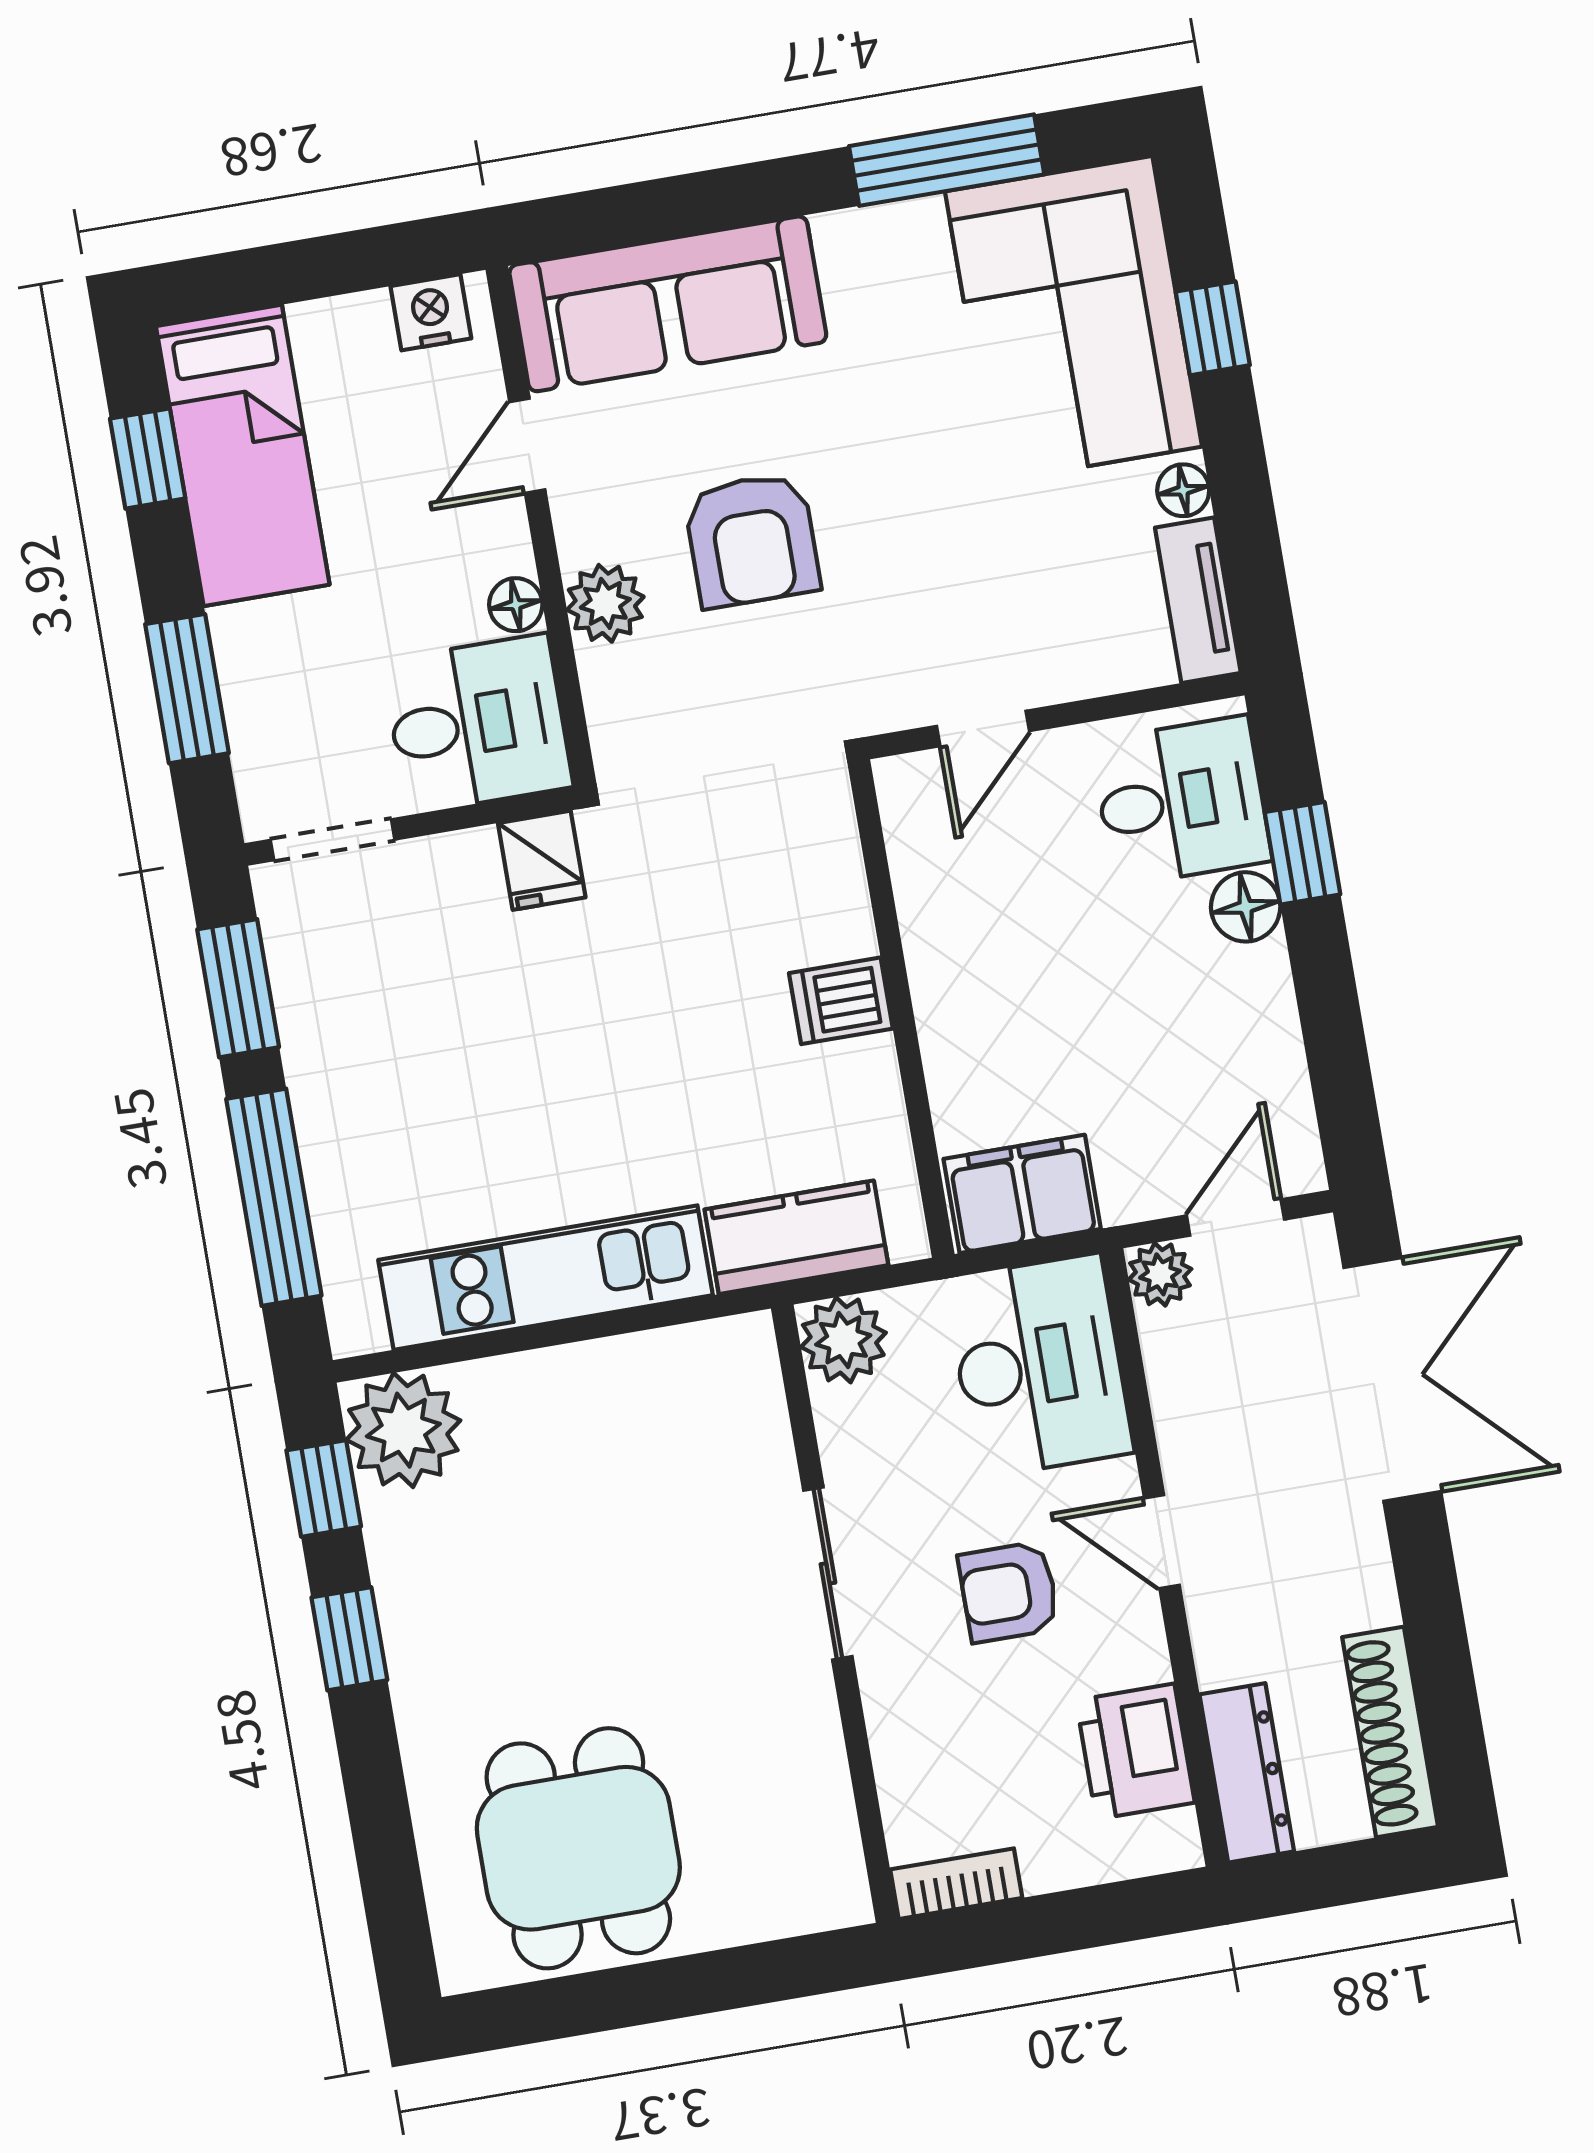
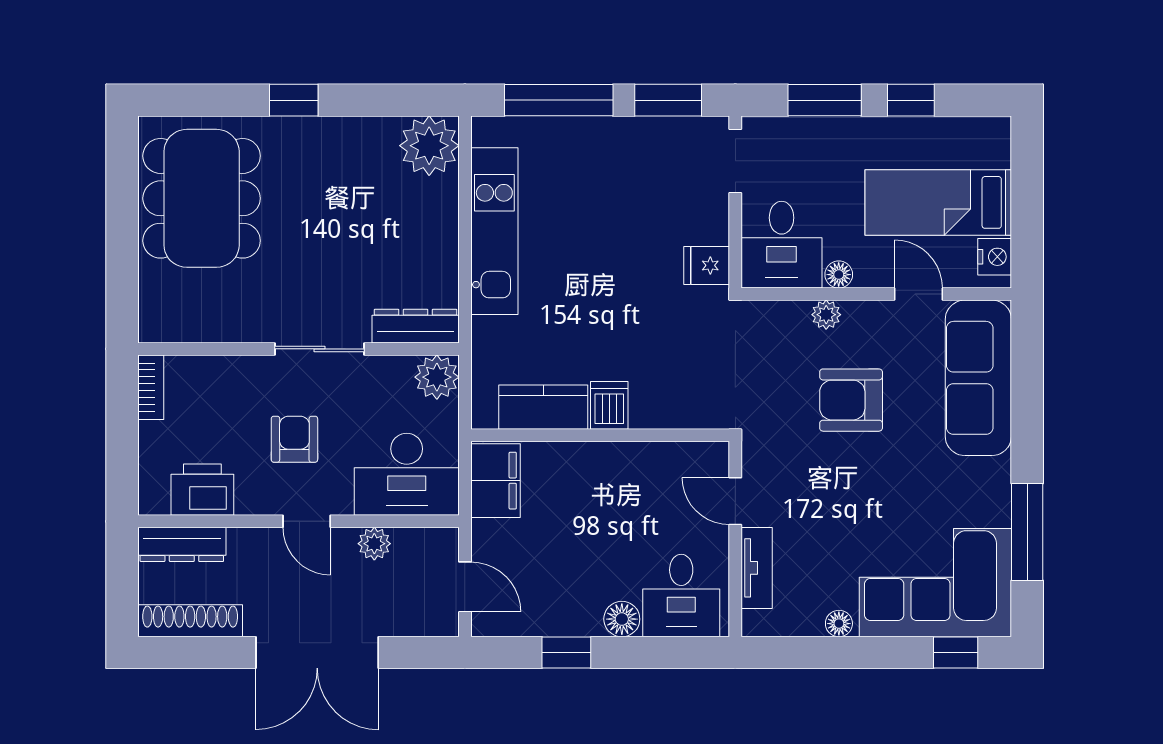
window: (1213, 328) -> (956, 653), moved
bed: (243, 455) -> (938, 202), moved
window: (148, 459) -> (911, 100), moved
tv unit: (1198, 600) -> (757, 568), moved, turned 90
plant: (605, 603) -> (826, 315), width x0.73, depth x0.73
window: (1302, 853) -> (566, 653), moved
kitchen counter: (796, 1237) -> (543, 407), moved, turned -90
plant: (1160, 1274) -> (374, 544), moved
double door: (1392, 1379) -> (317, 653), moved
dresser: (753, 1397) -> (416, 326), added
window: (324, 1488) -> (406, 100), removed
door: (1162, 1542) -> (307, 521), swing flipped
window: (349, 1639) -> (294, 100), moved
dining table: (578, 1848) -> (202, 198), width x1.38

